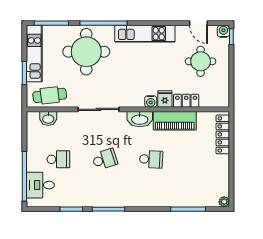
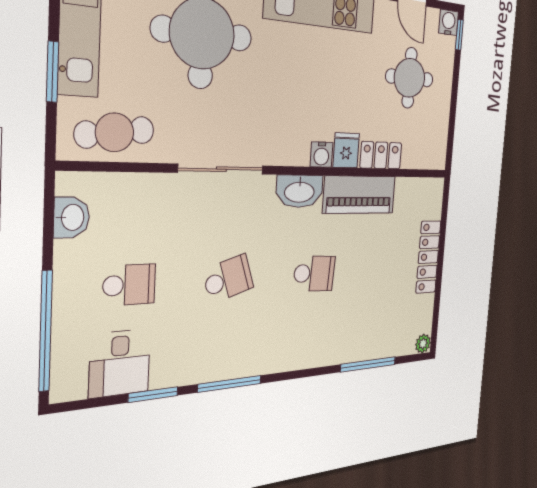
washbasin: (48, 119) -> (72, 217), moved, turned -90
locker: (223, 134) -> (428, 257), moved
desk: (40, 185) -> (120, 363), moved, turned -90

